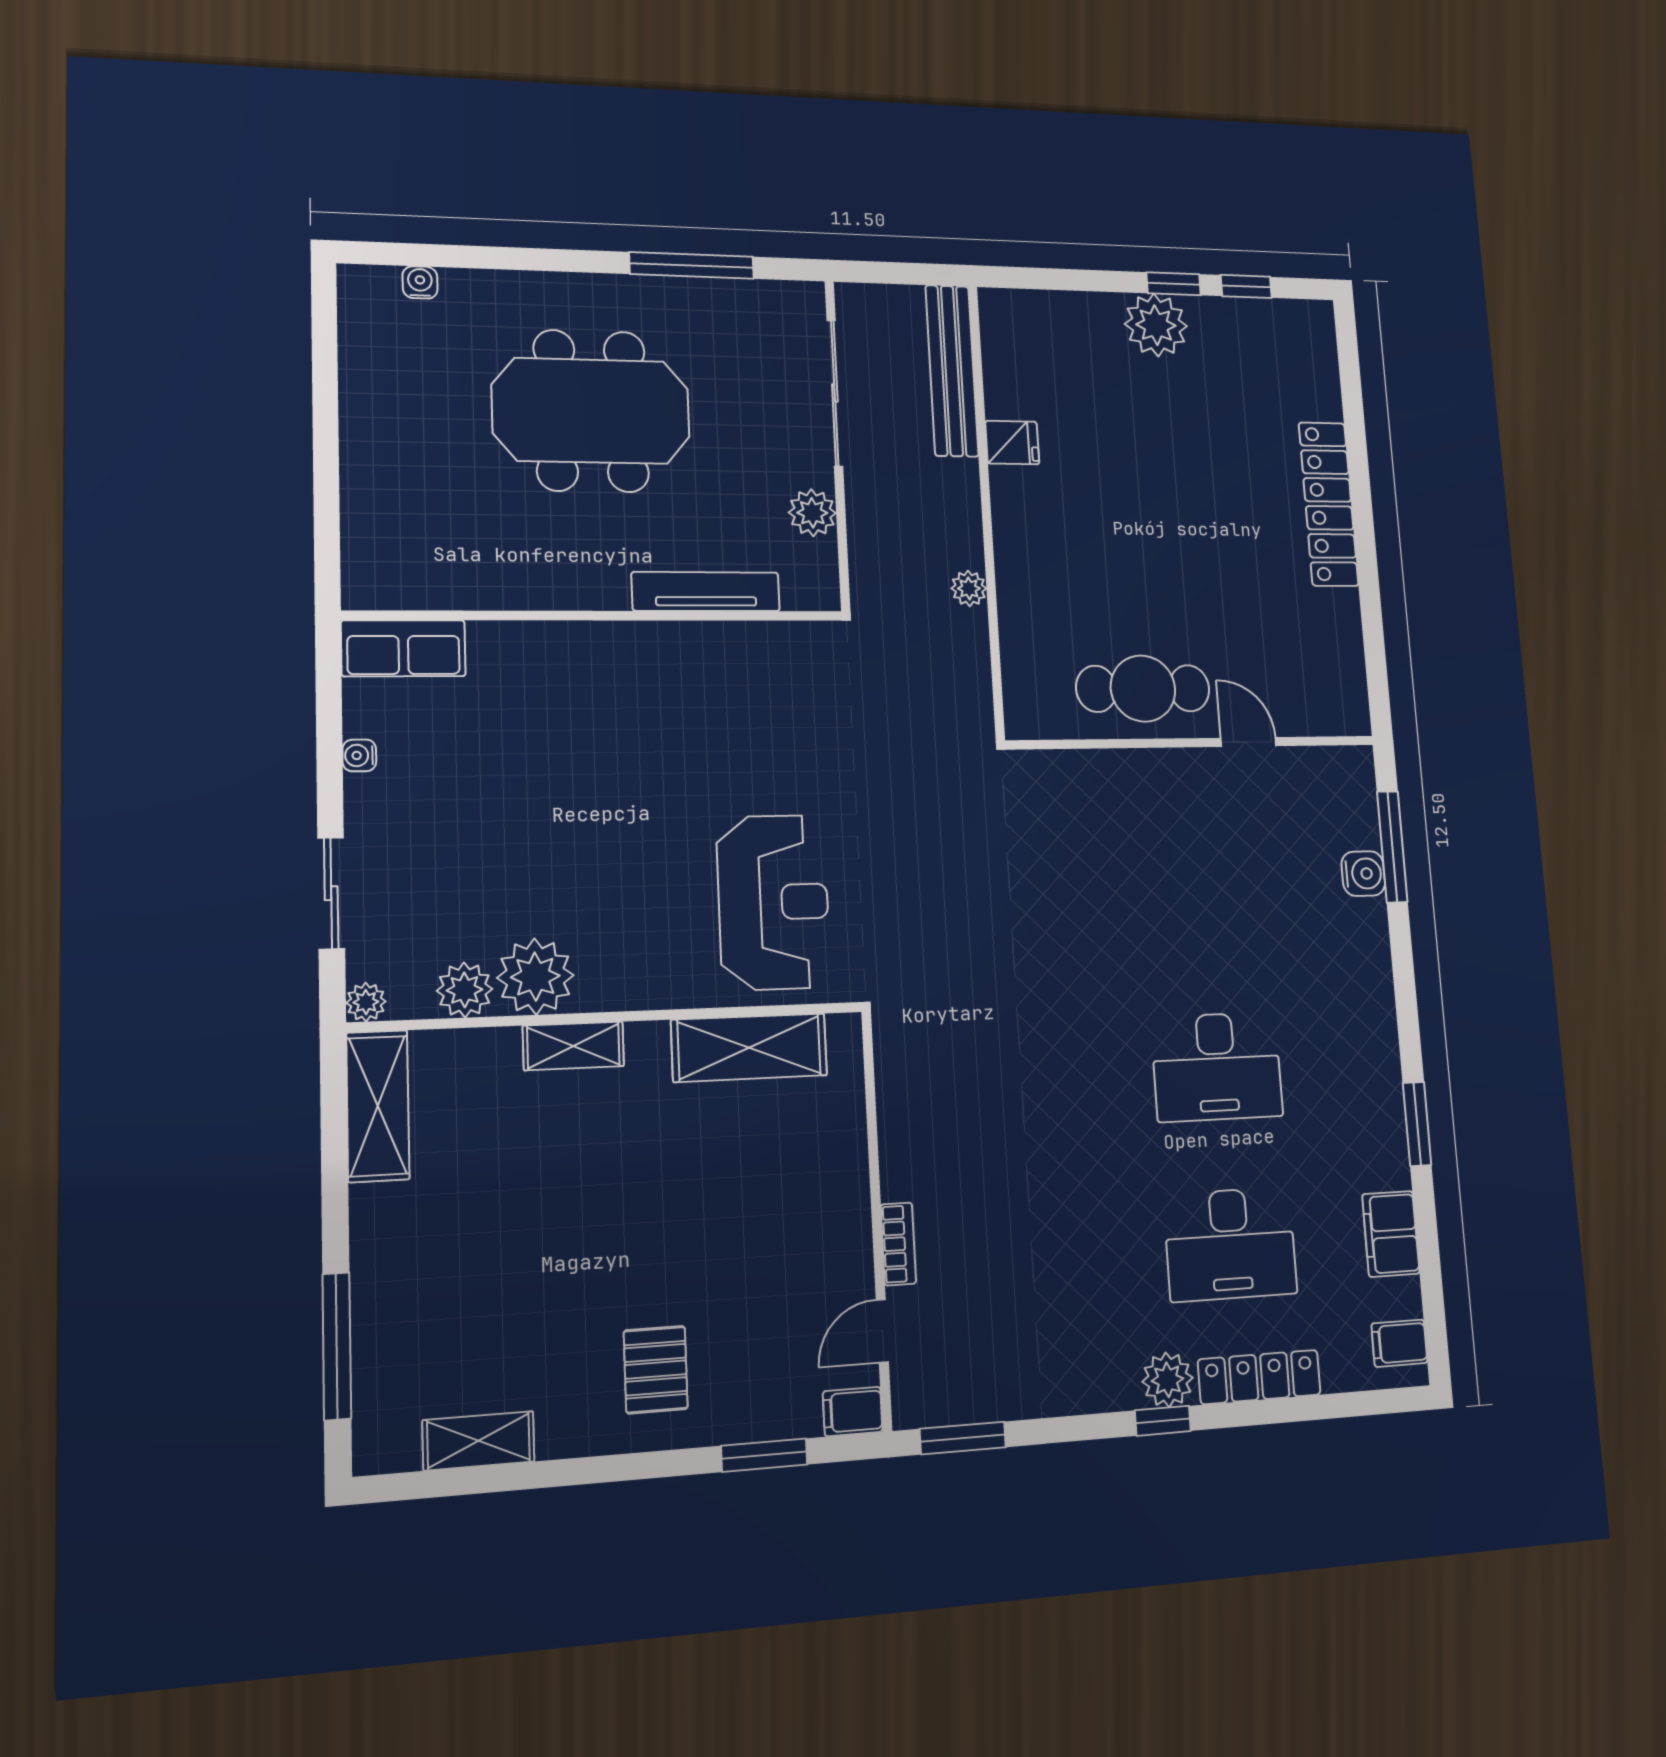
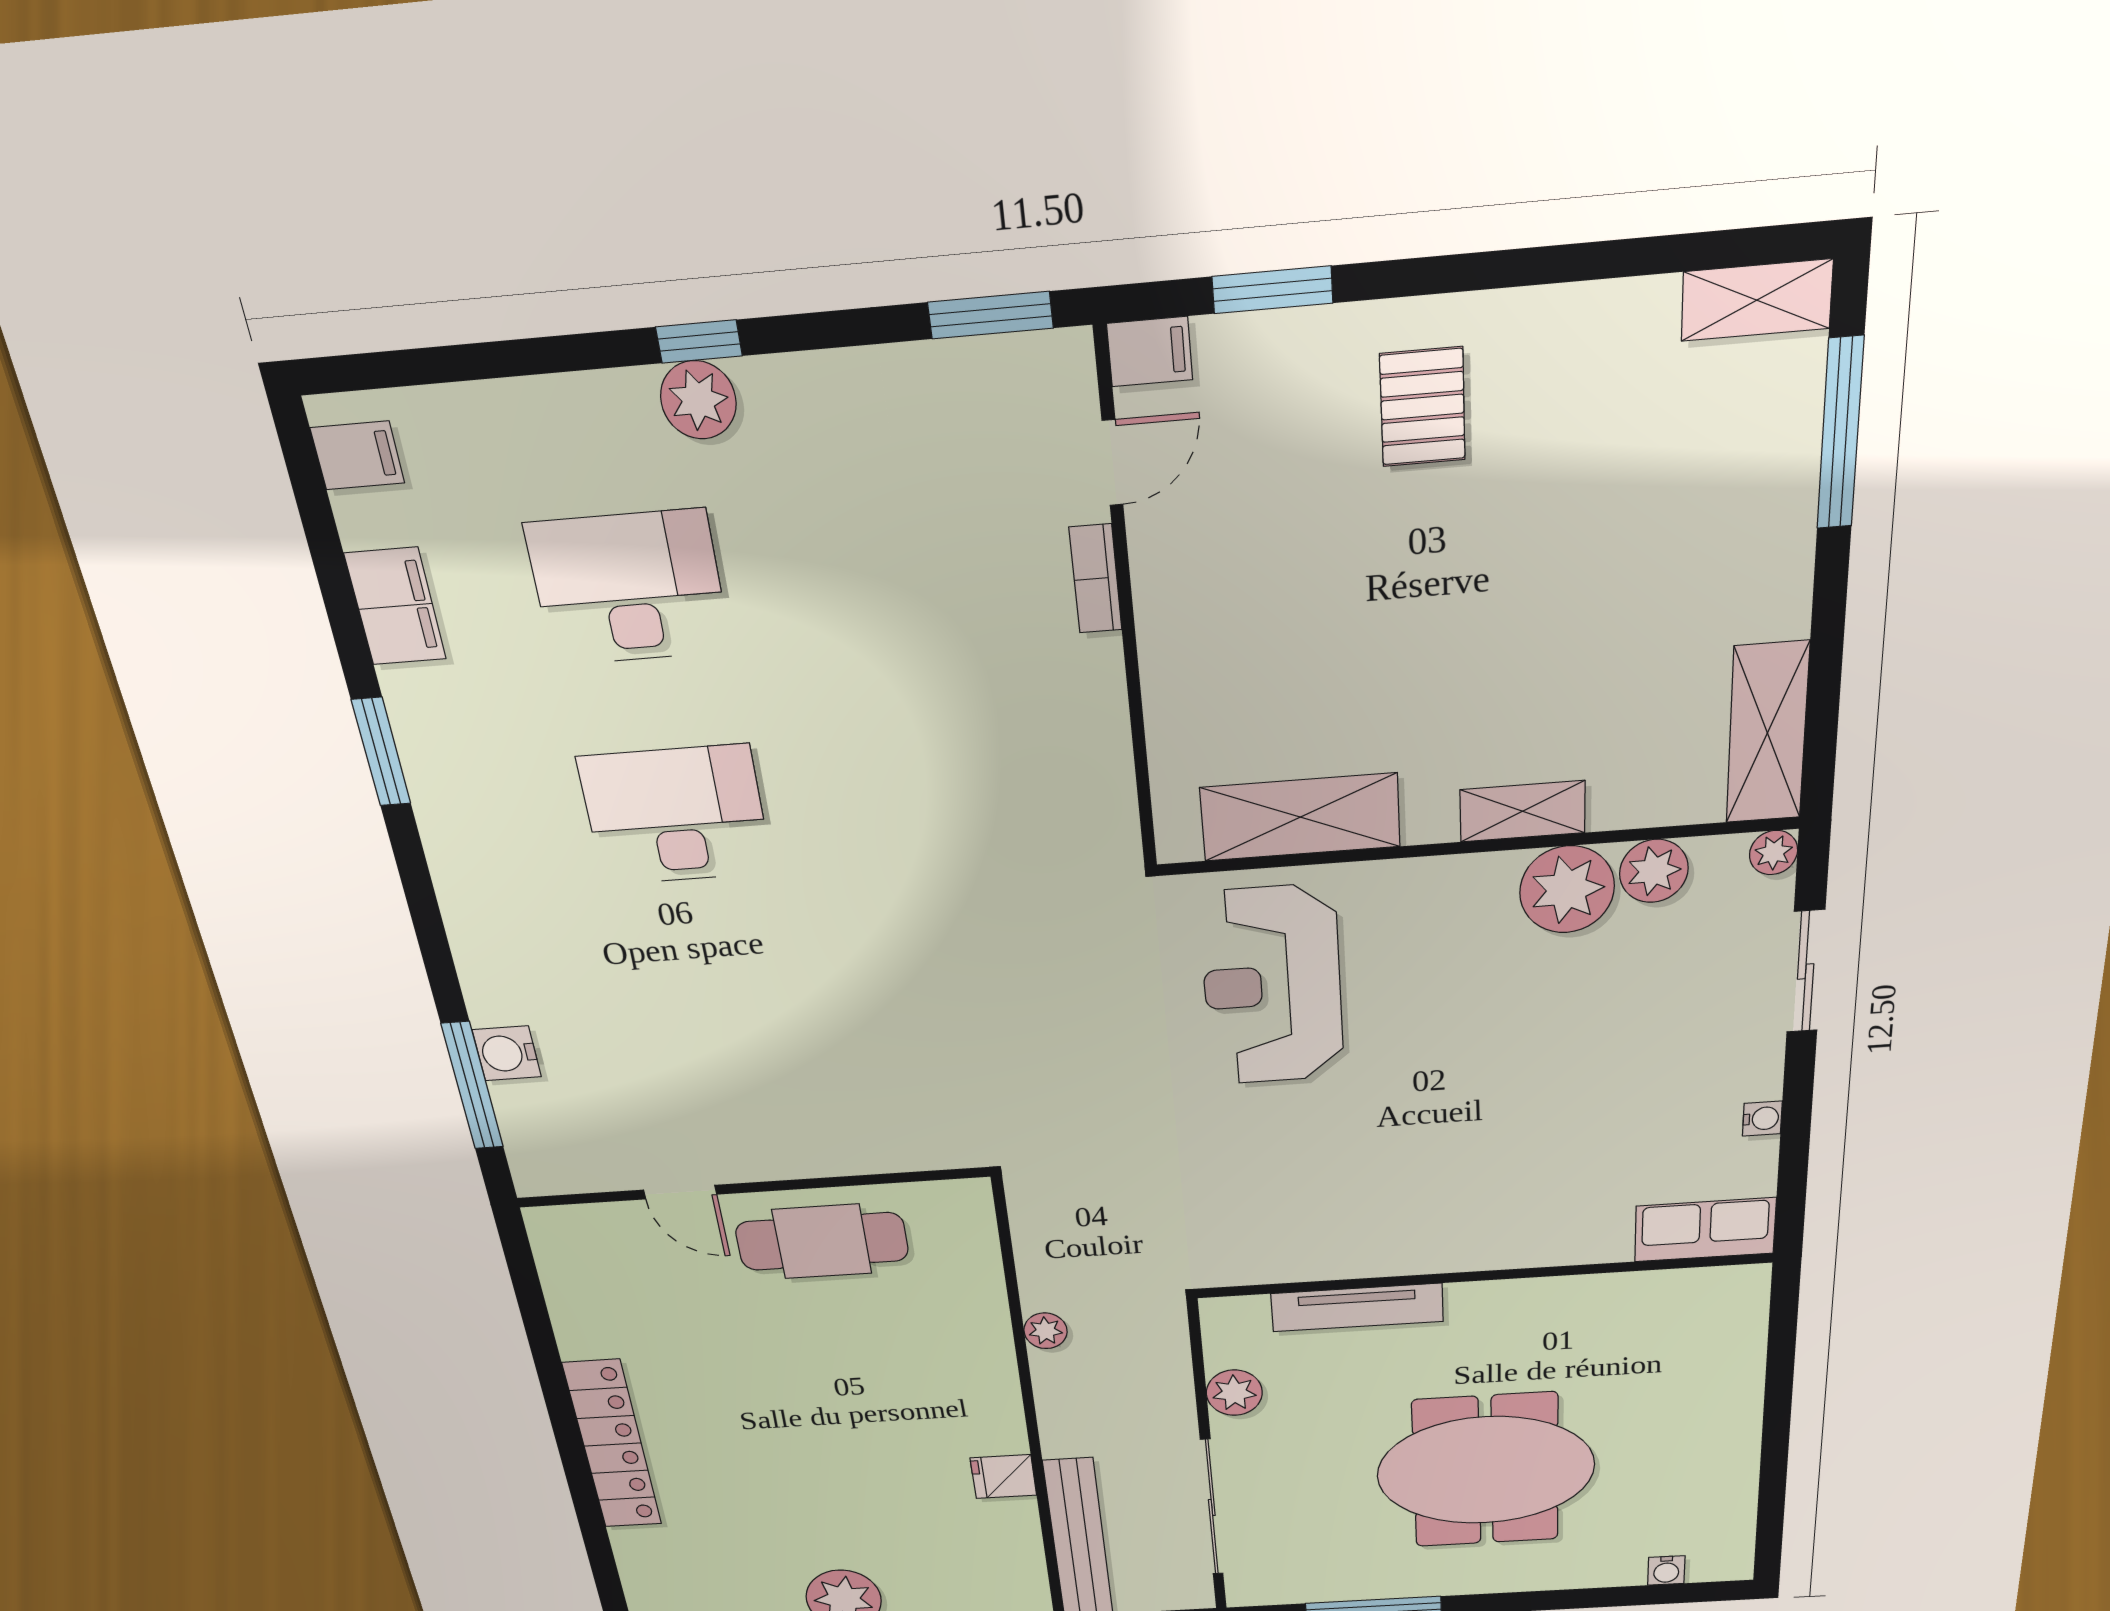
locker: (1259, 1377) -> (562, 405), removed
shelving: (479, 1441) -> (1757, 300), moved

